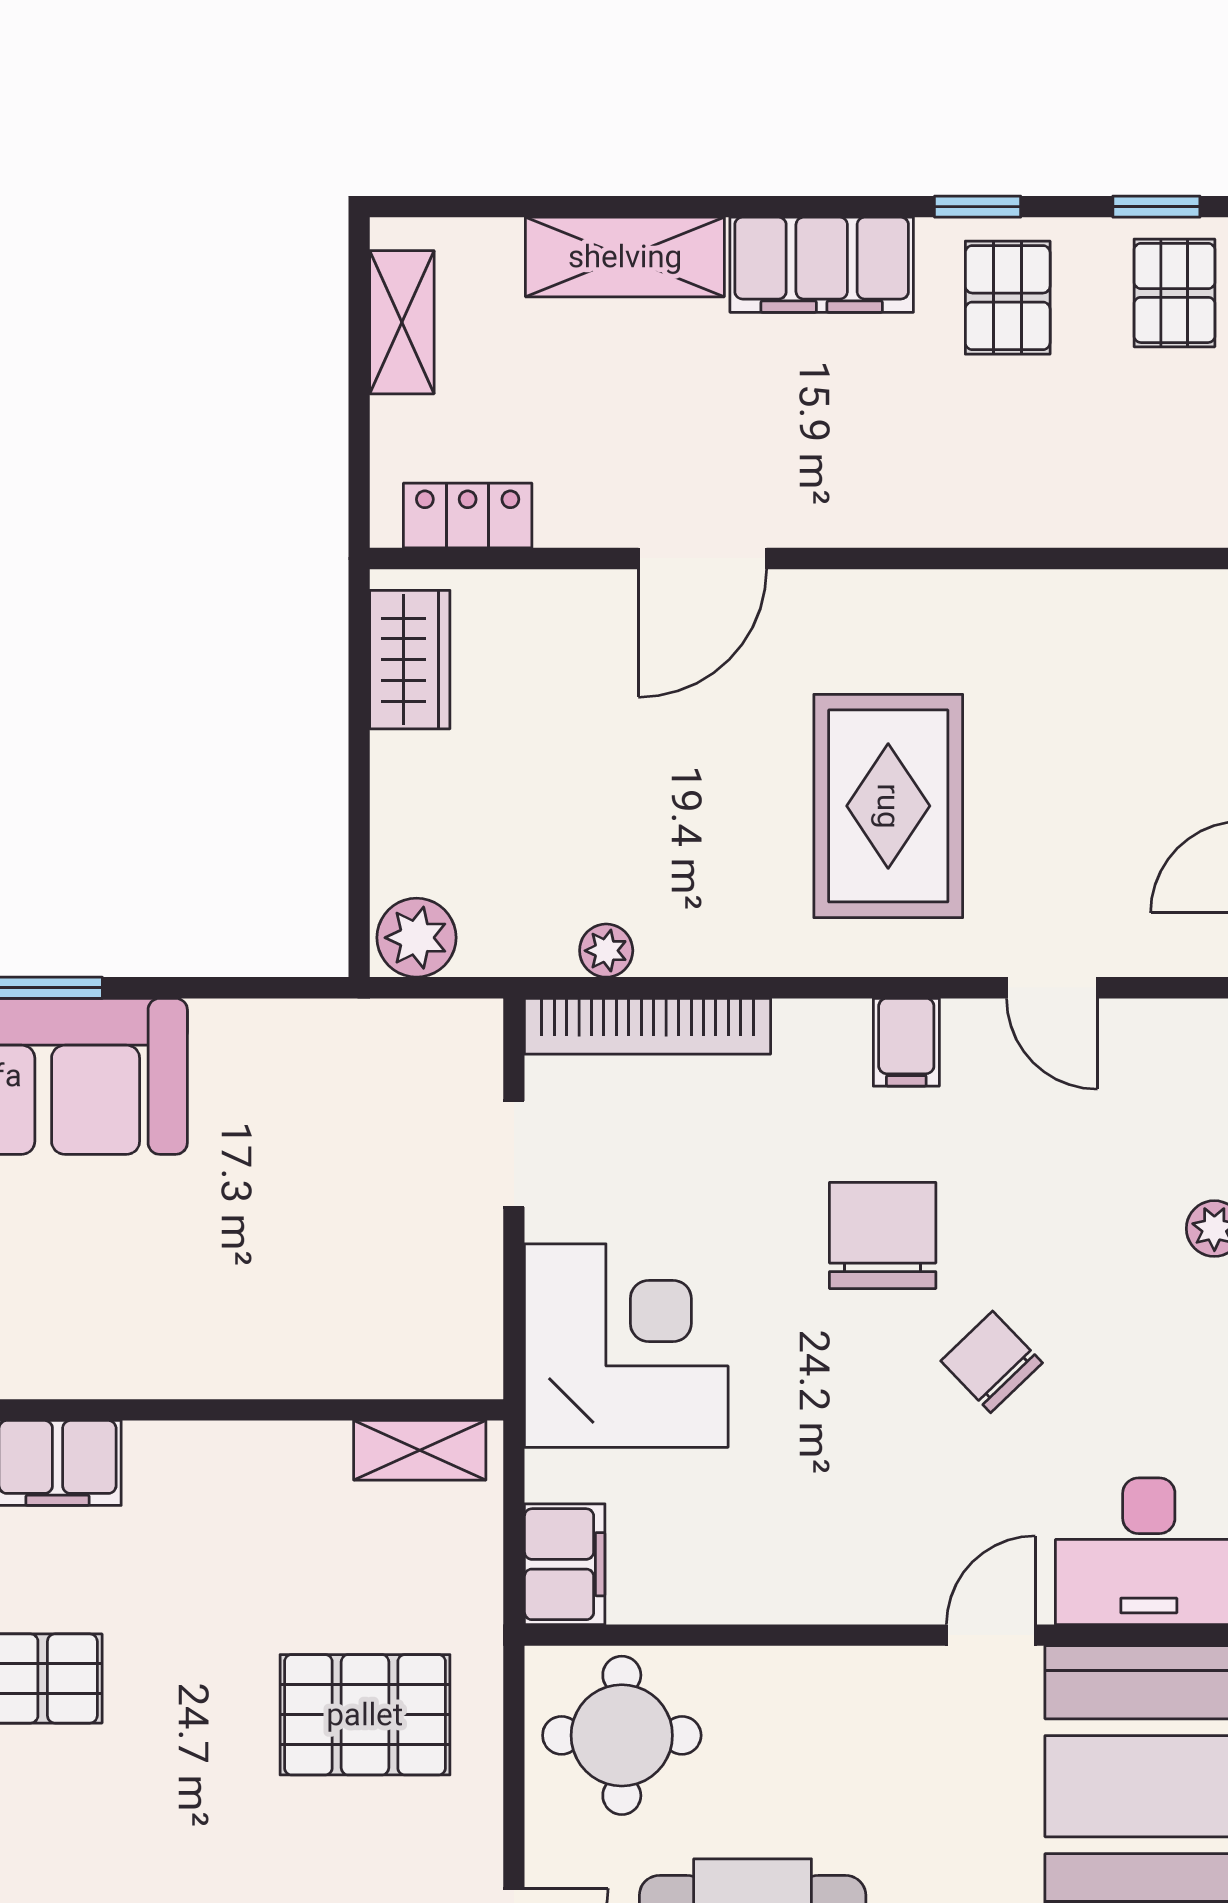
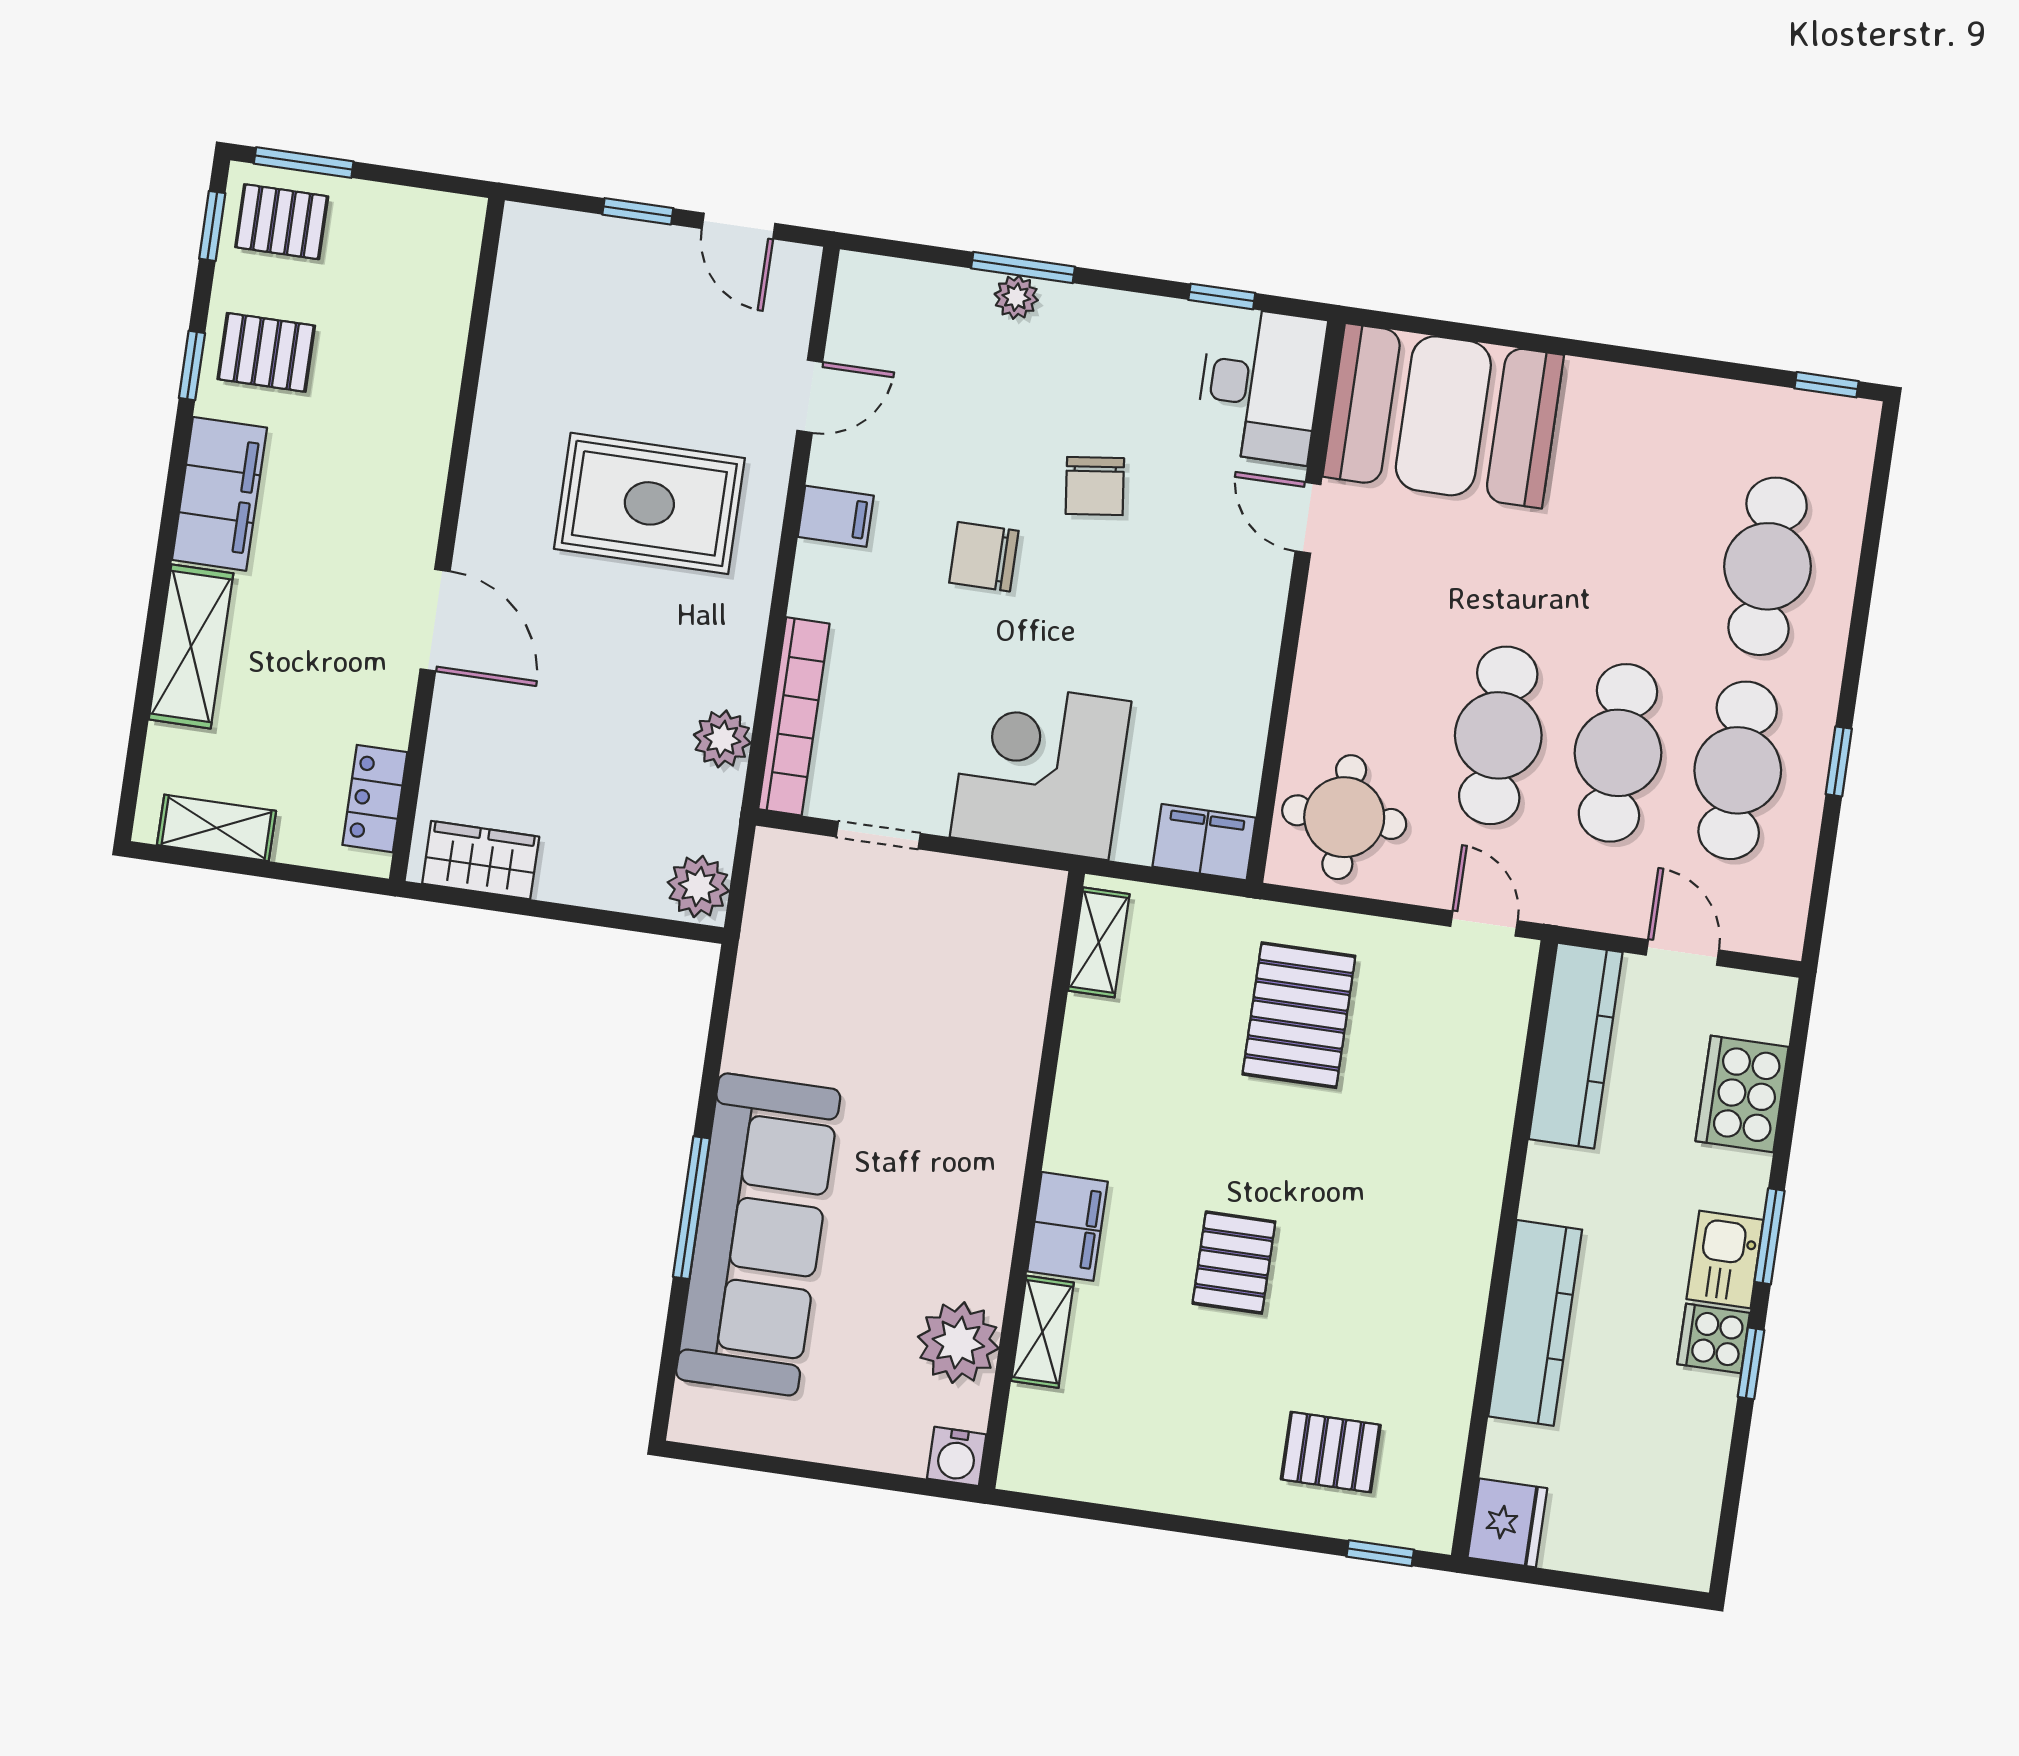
plant: (606, 951) -> (722, 739), width x1.38, depth x1.38
chair: (883, 1235) -> (984, 557), width x0.73, depth x0.73
chair: (992, 1362) -> (1095, 486), turned -53

